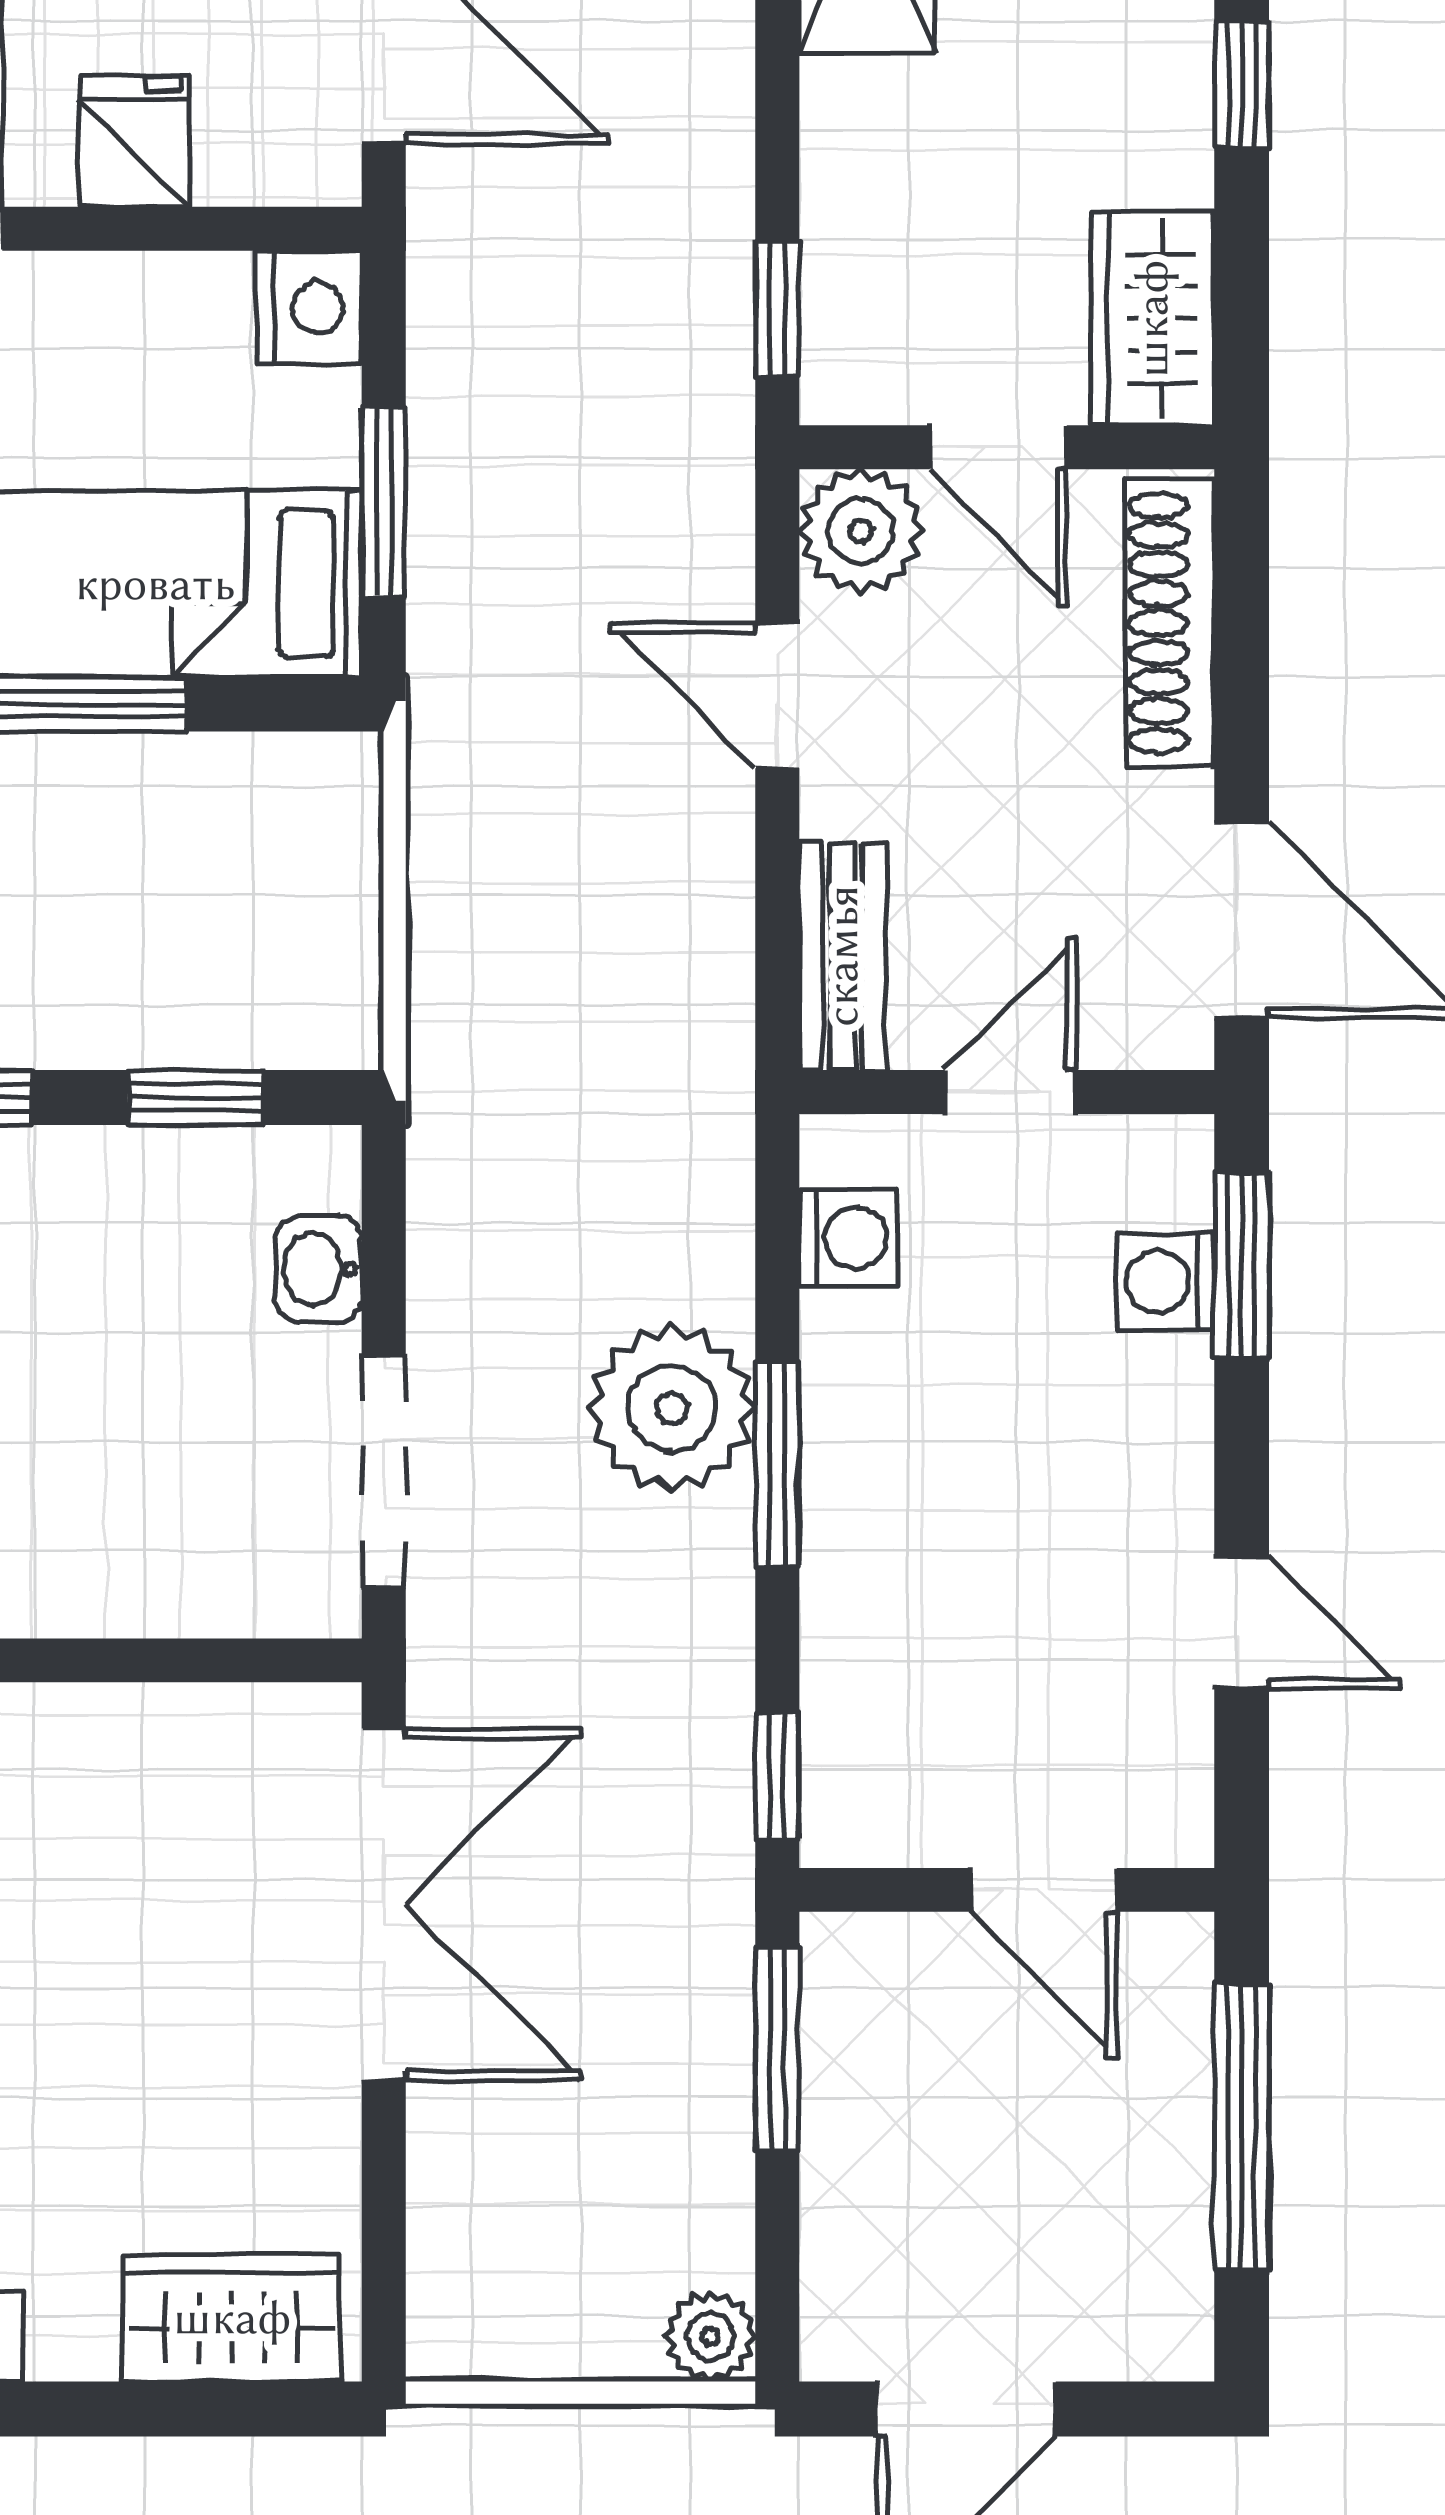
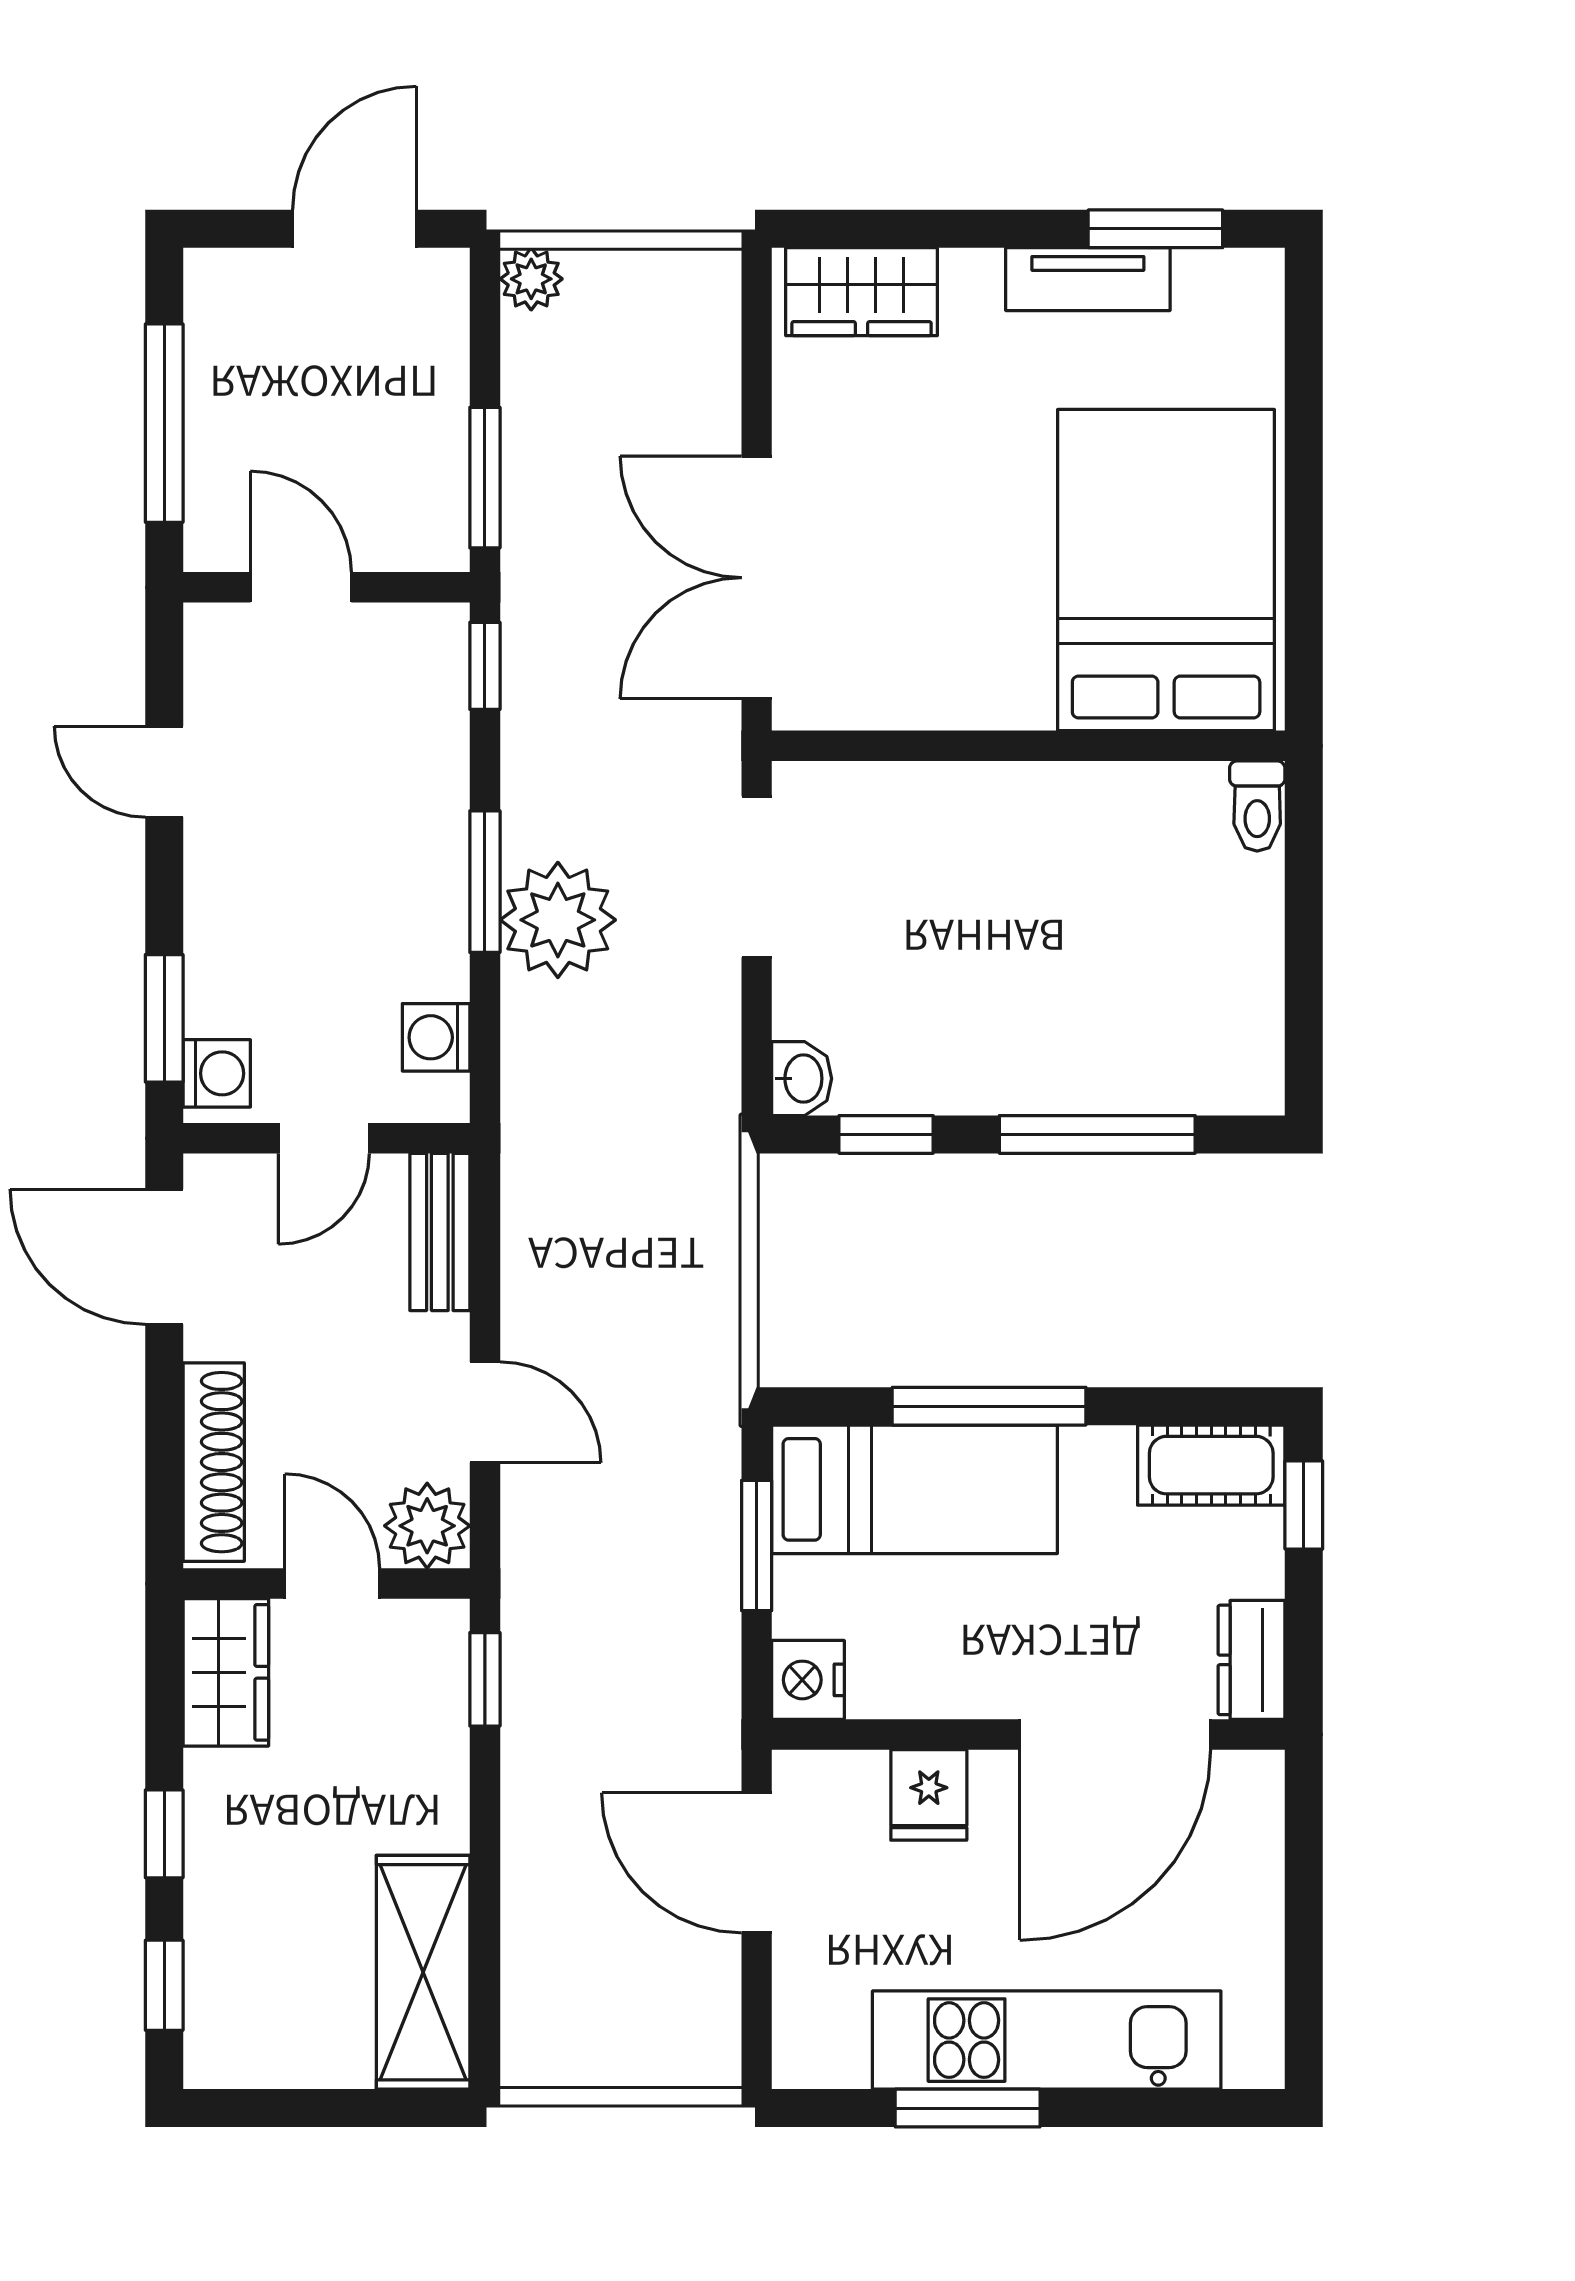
washbasin: (319, 1269) -> (802, 1079), moved
washing machine: (1166, 1281) -> (217, 1073), moved

